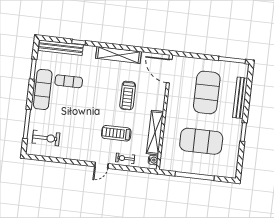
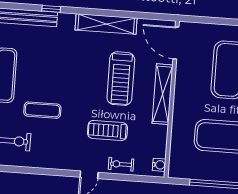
exercise mat: (69, 81) -> (42, 110), moved
treadmill: (128, 96) -> (121, 79), width x1.37, depth x1.38
shelving: (155, 133) -> (163, 94), moved

